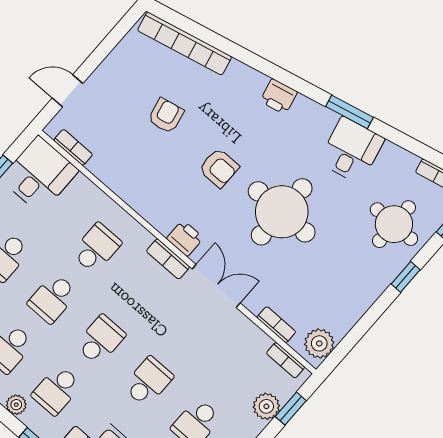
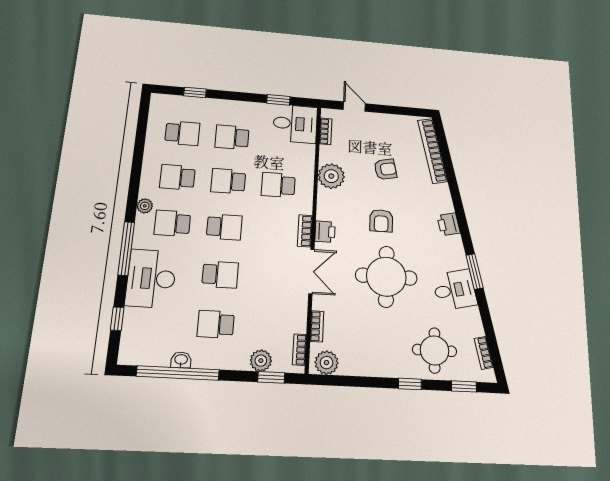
plant: (129, 182) -> (331, 176), added
school desk: (96, 248) -> (278, 185), turned 180

